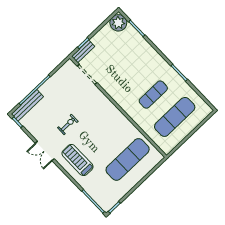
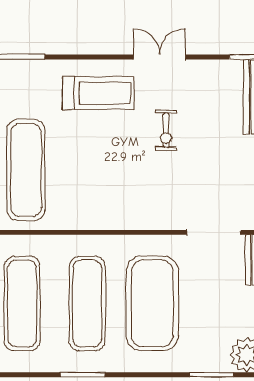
exercise mat: (132, 72) -> (152, 304), added
exercise mat: (153, 95) -> (87, 304), width x1.36, depth x1.45

